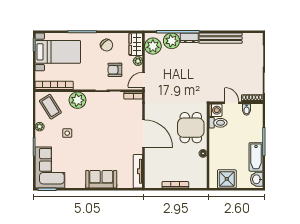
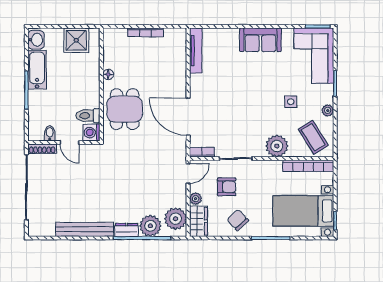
door: (144, 134) -> (188, 117), moved
sofa: (101, 179) -> (260, 40), moved

